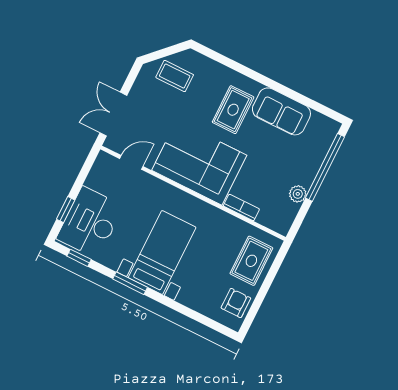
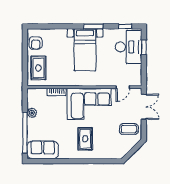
coffee table: (175, 76) -> (129, 129), moved
sofa: (281, 111) -> (43, 150), moved

